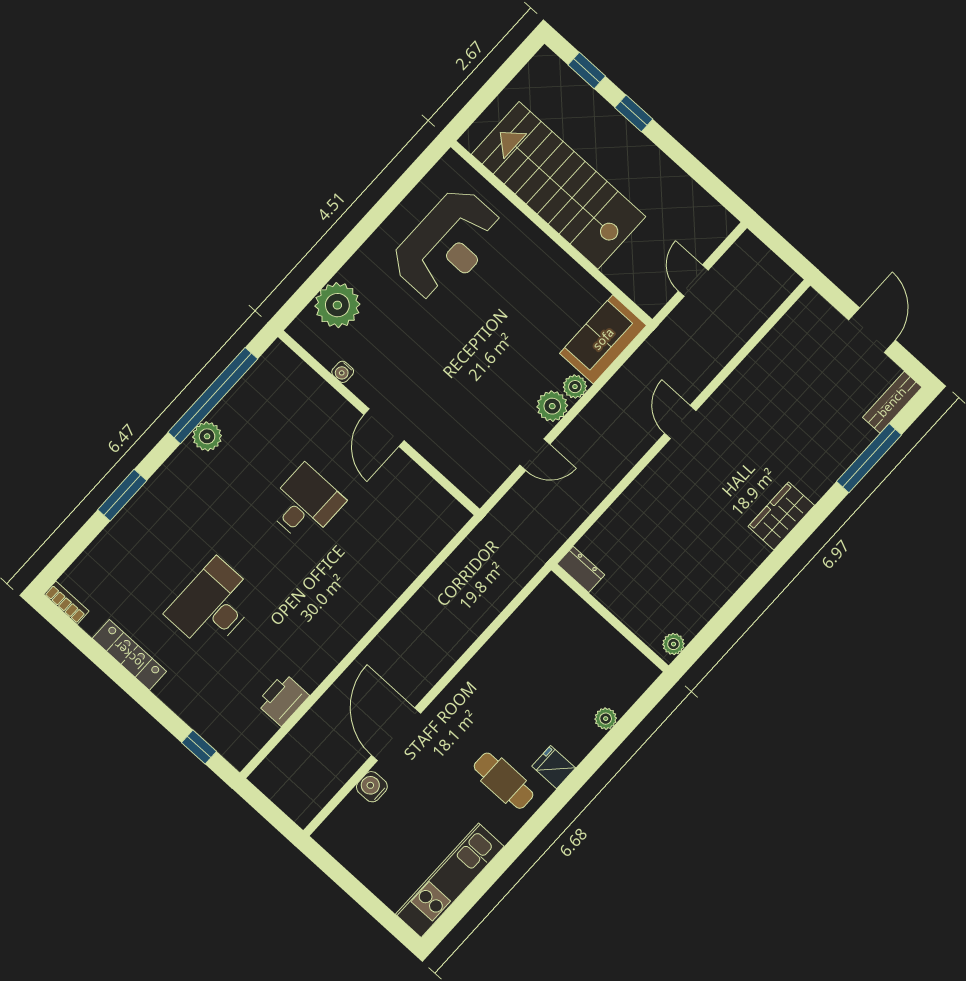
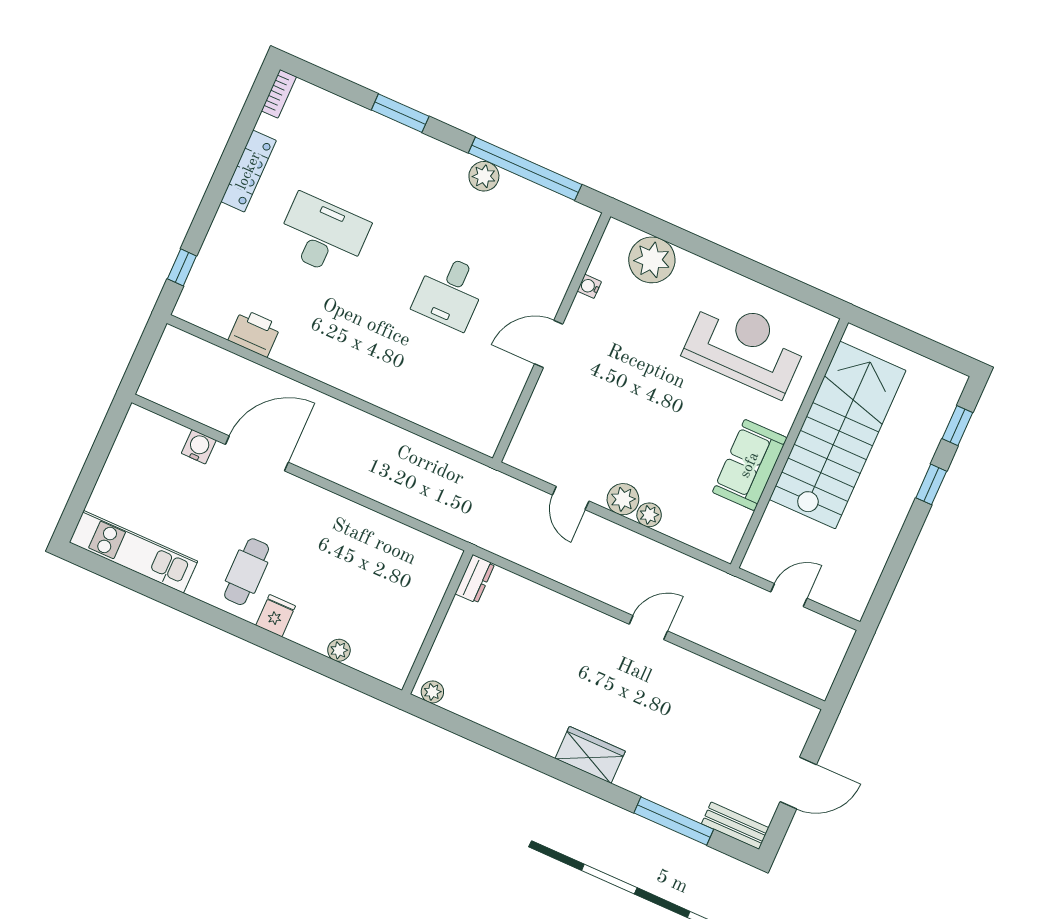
reception desk: (447, 245) -> (745, 347), turned 180
sofa: (603, 339) -> (750, 465), moved, turned -90
desk: (305, 504) -> (450, 292), turned 90

